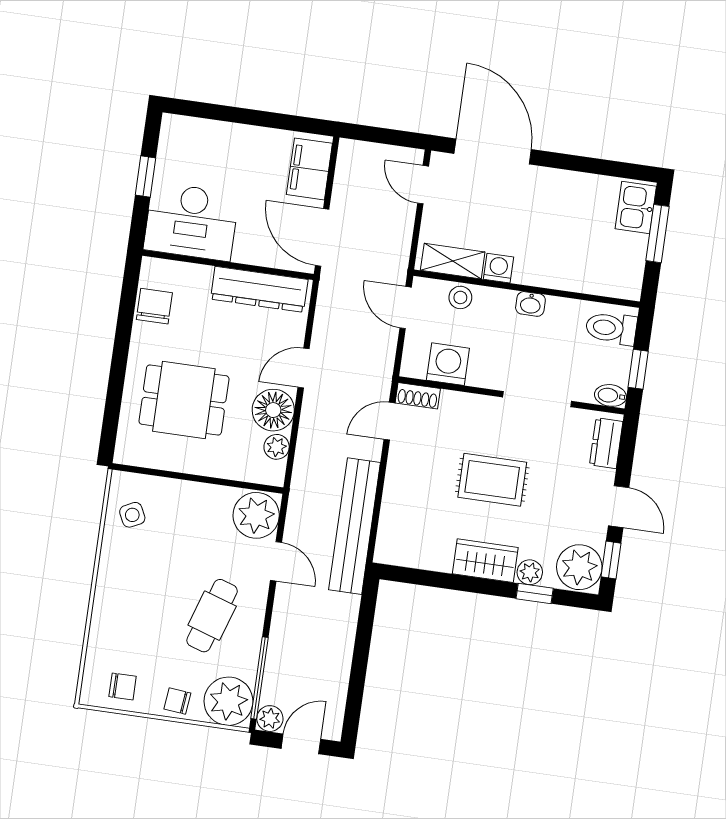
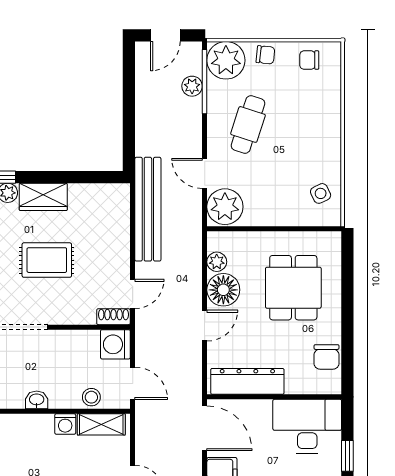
washing machine: (448, 364) -> (115, 344), moved, turned 90
dining table: (184, 400) -> (293, 288), turned 90
plant: (270, 719) -> (192, 86), moved

